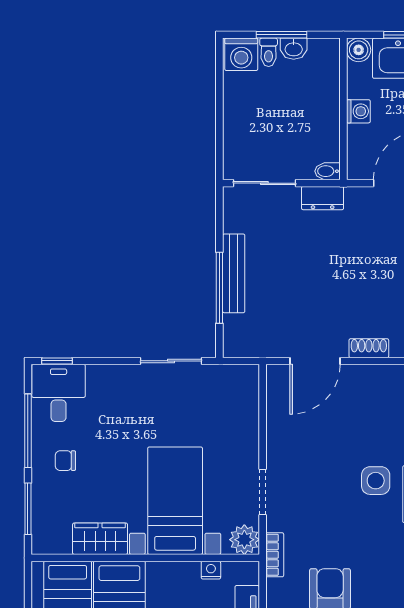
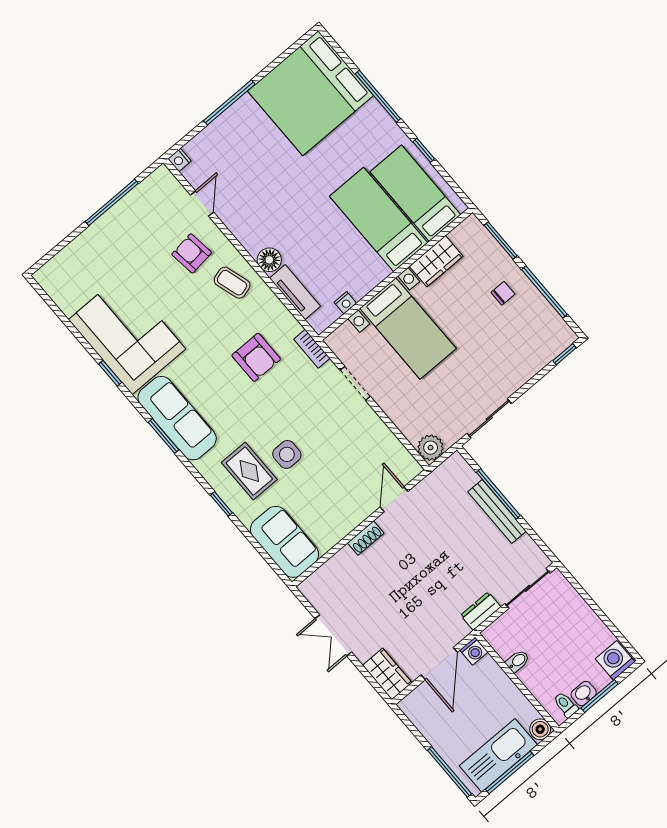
toilet: (269, 52) -> (566, 705), moved
washing machine: (358, 111) -> (474, 651), moved, turned -90
bidet: (327, 171) -> (518, 661), moved
door: (315, 361) -> (394, 499), width x0.73
desk: (59, 393) -> (545, 334), removed
plant: (244, 540) -> (431, 448), moved

